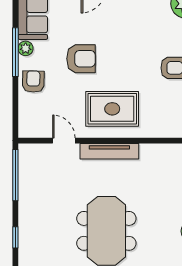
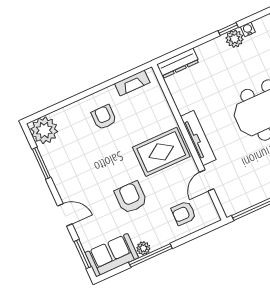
armchair: (33, 82) -> (184, 213), moved
rug: (112, 109) -> (161, 152), turned 90

